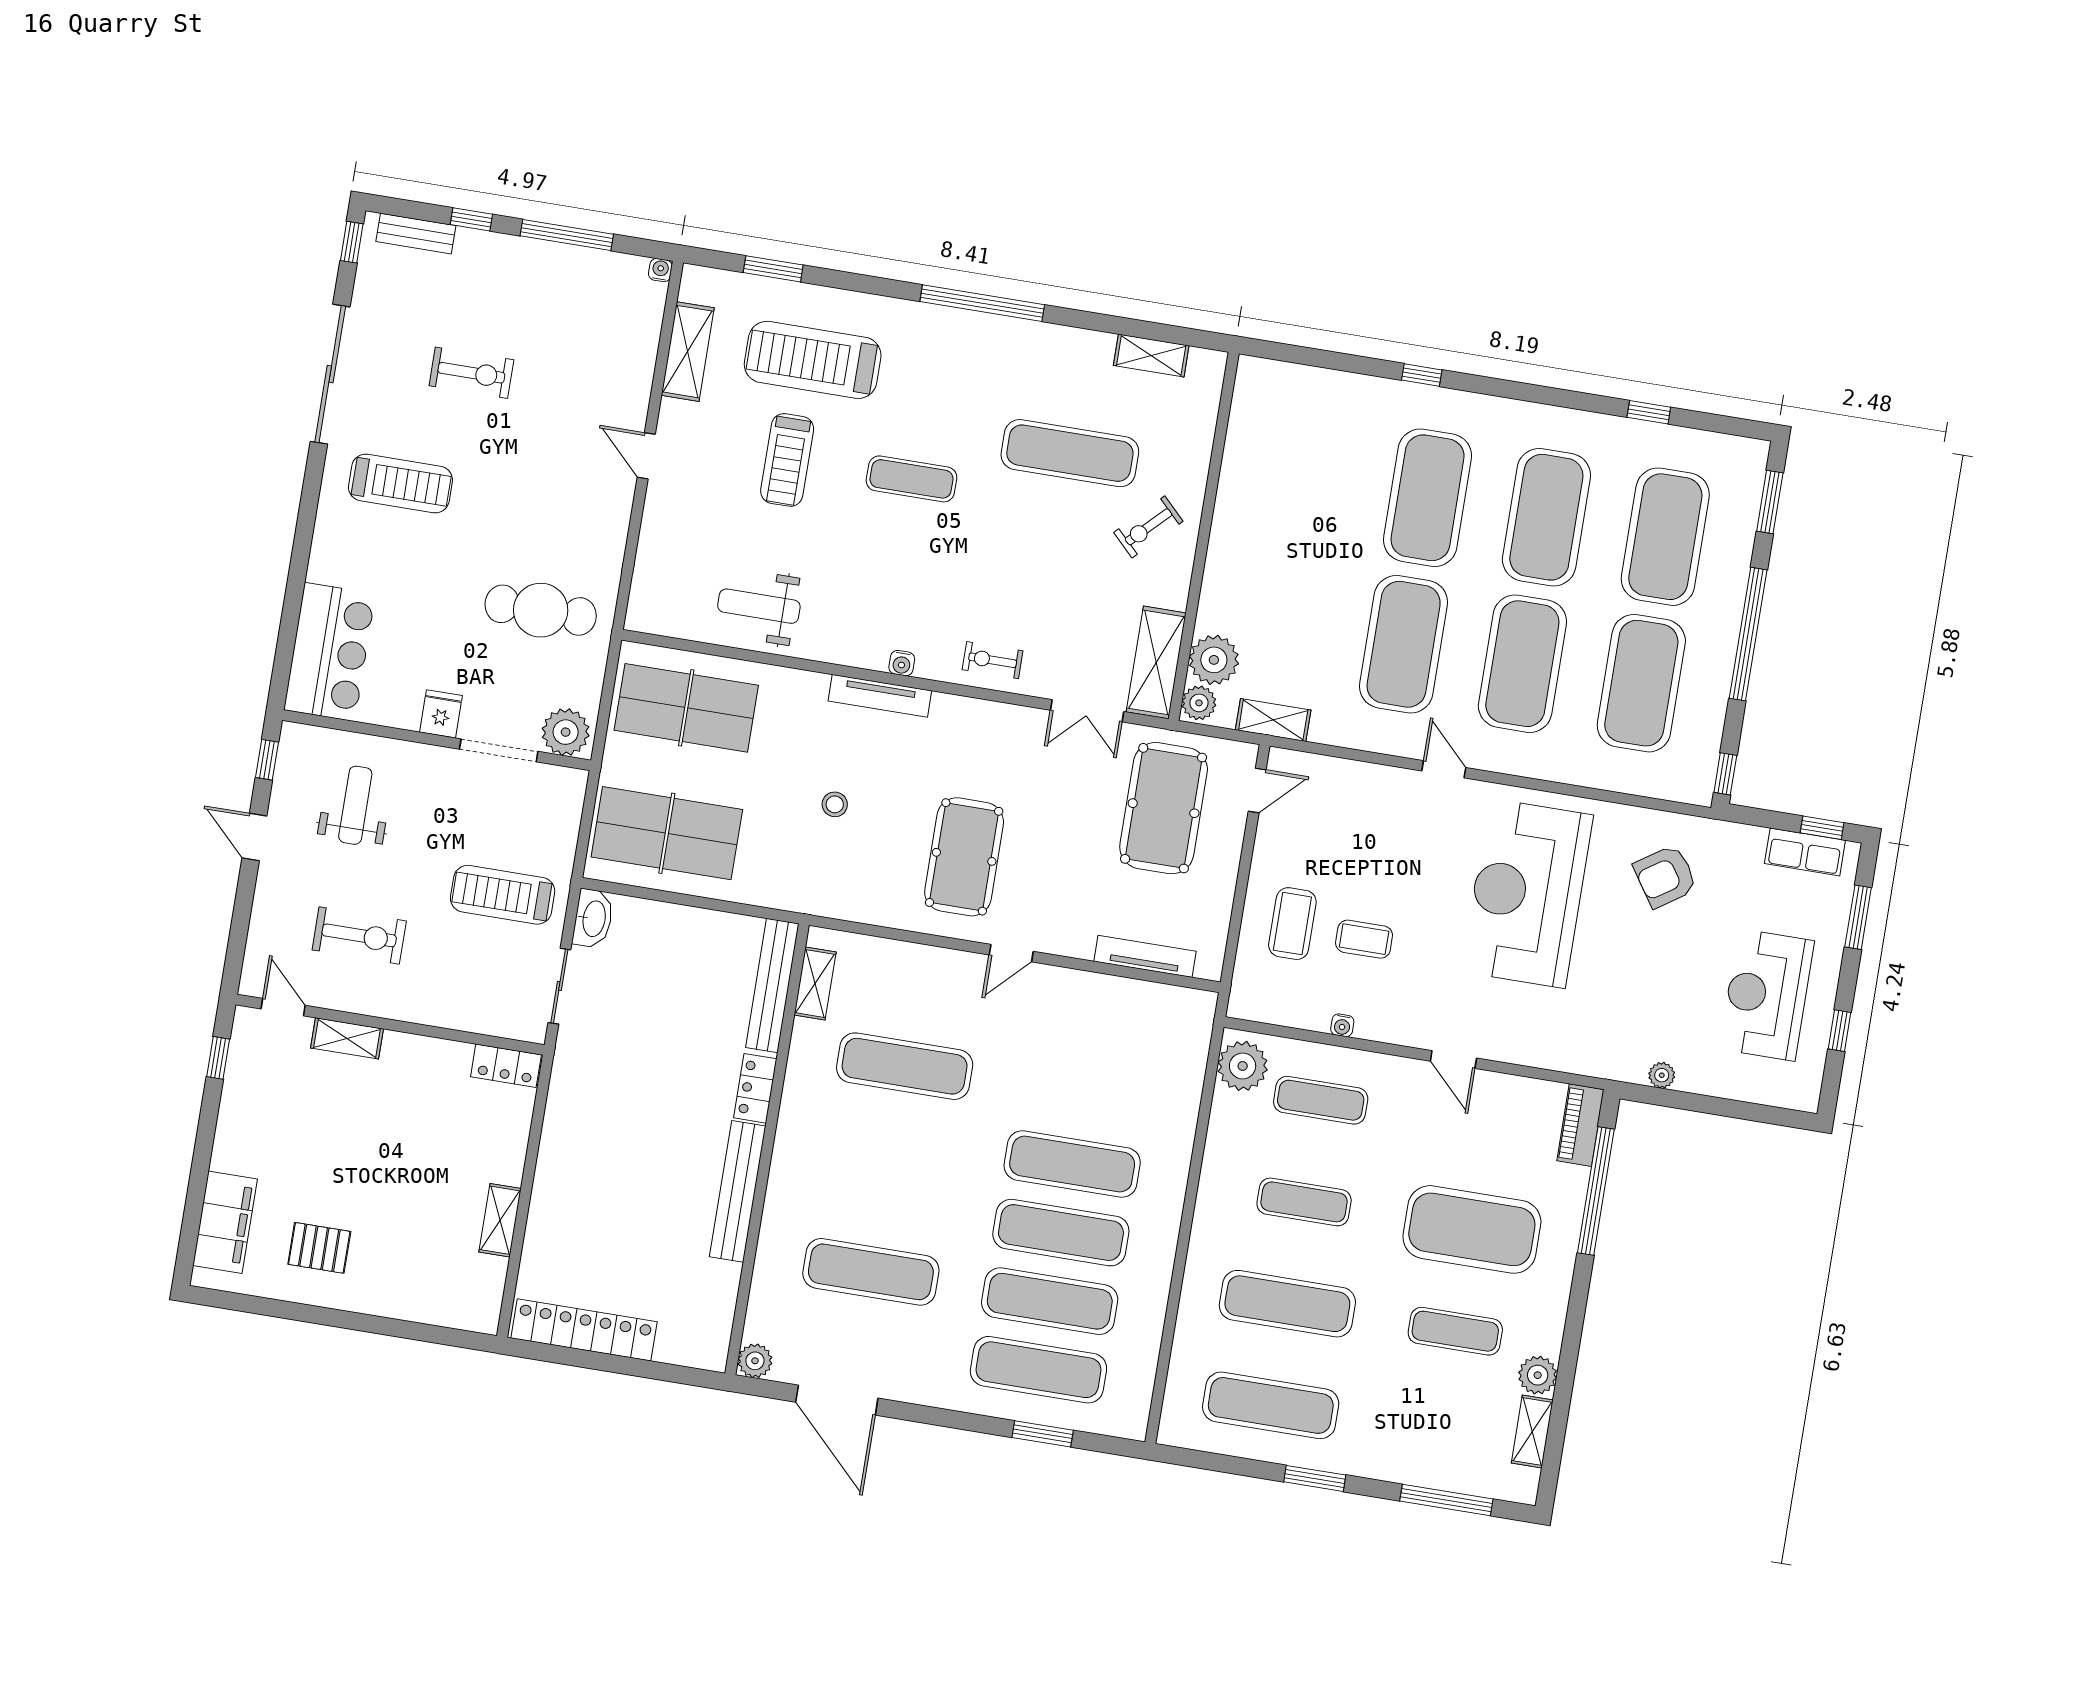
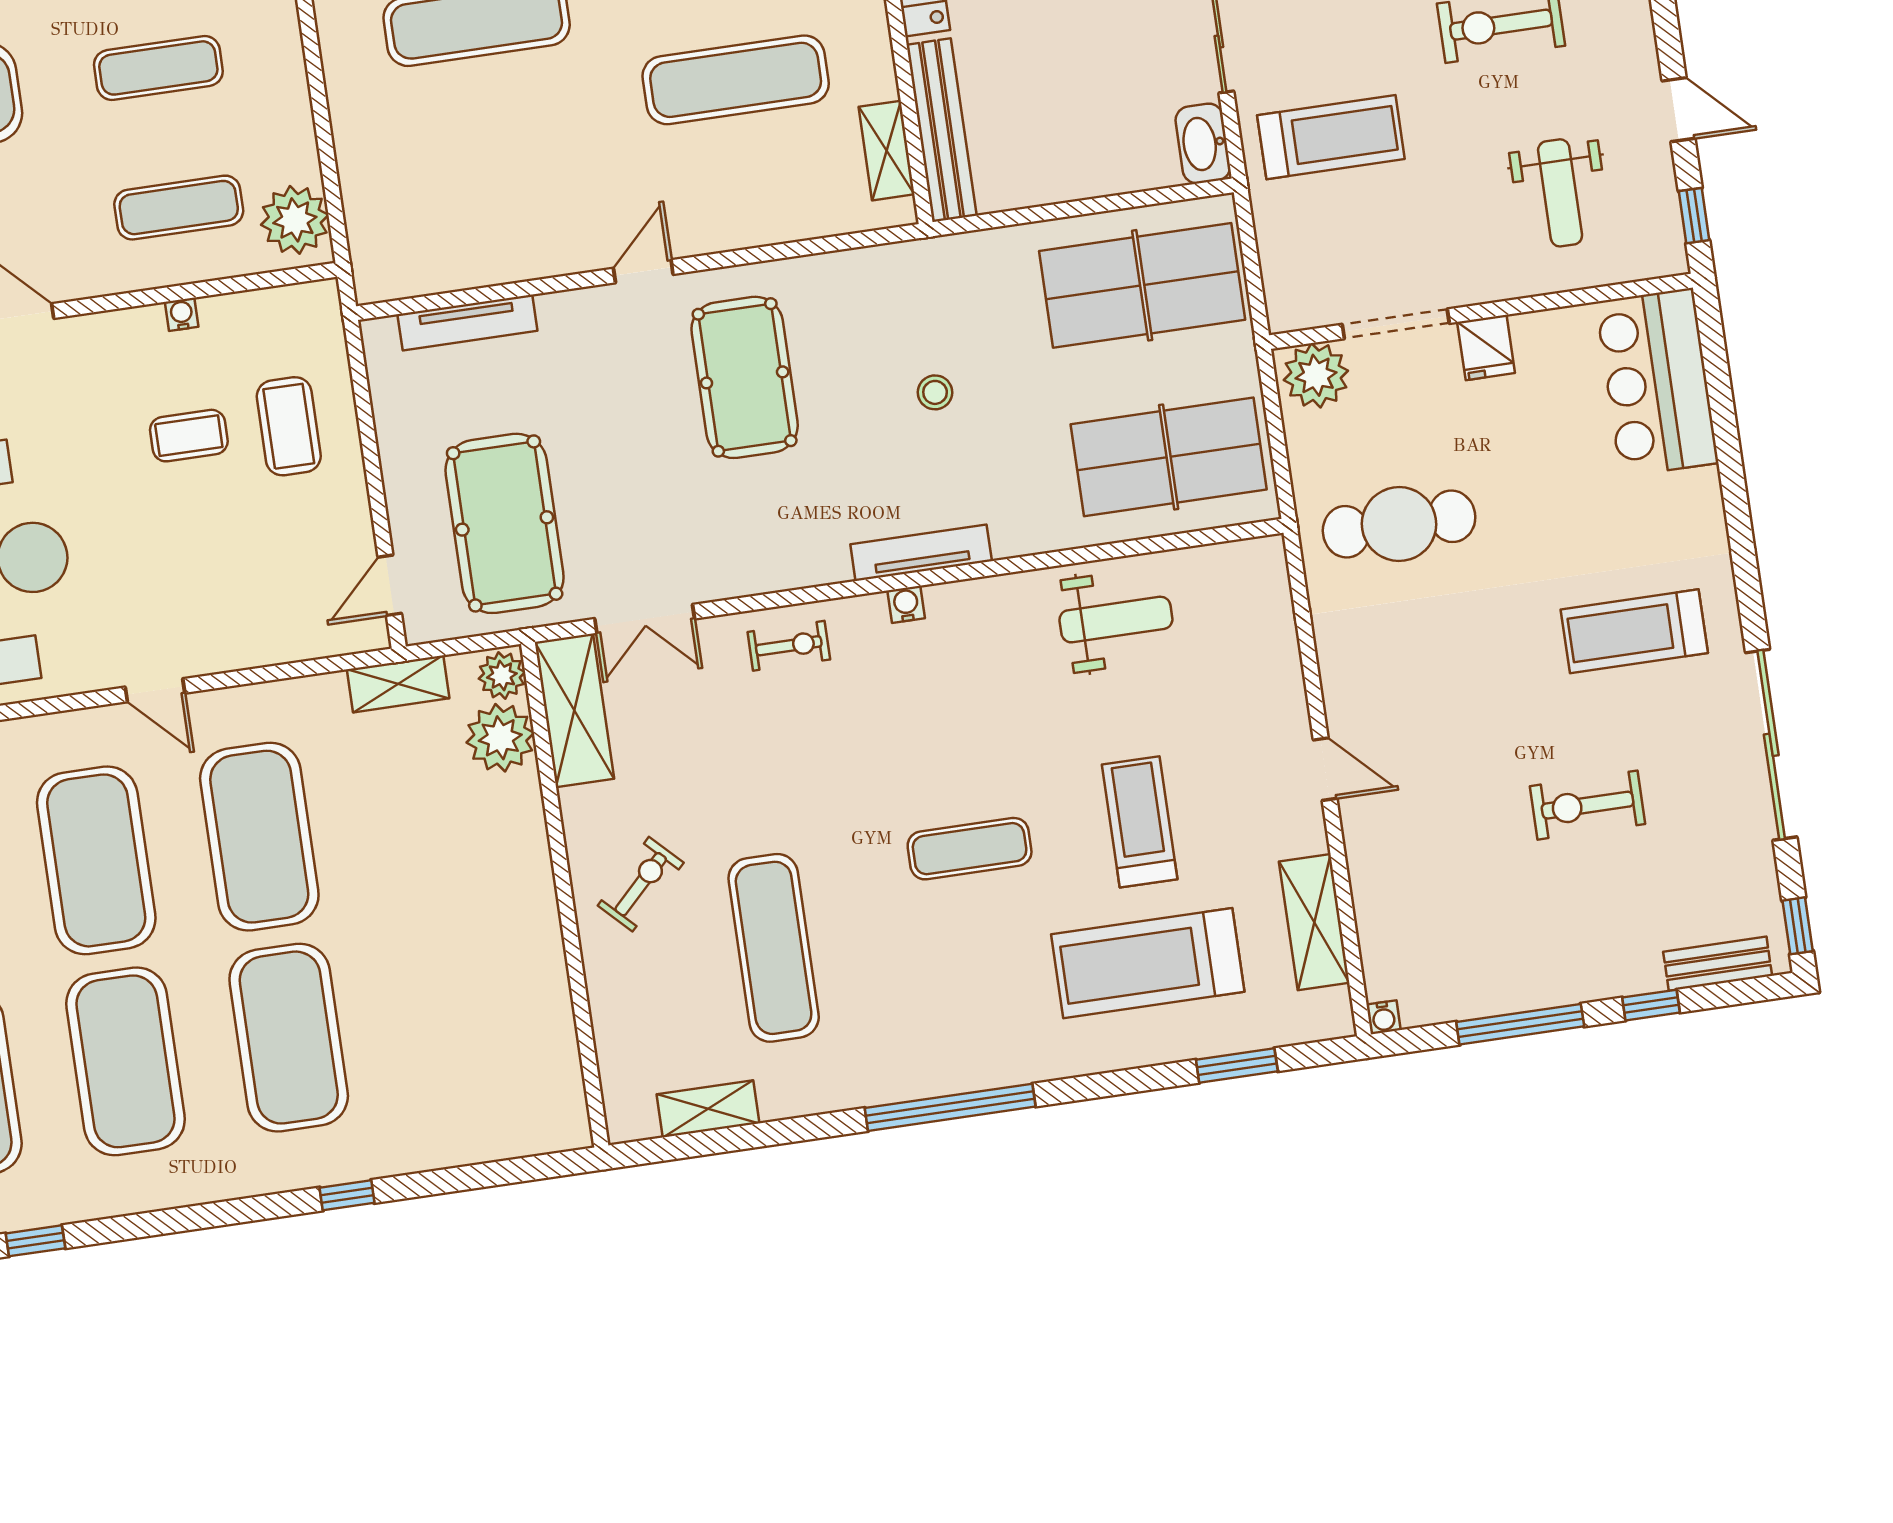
treadmill: (813, 360) -> (1148, 963), turned 180
exercise mat: (1070, 453) -> (774, 948), turned 90
double door: (1087, 711) -> (645, 619), swing flipped

